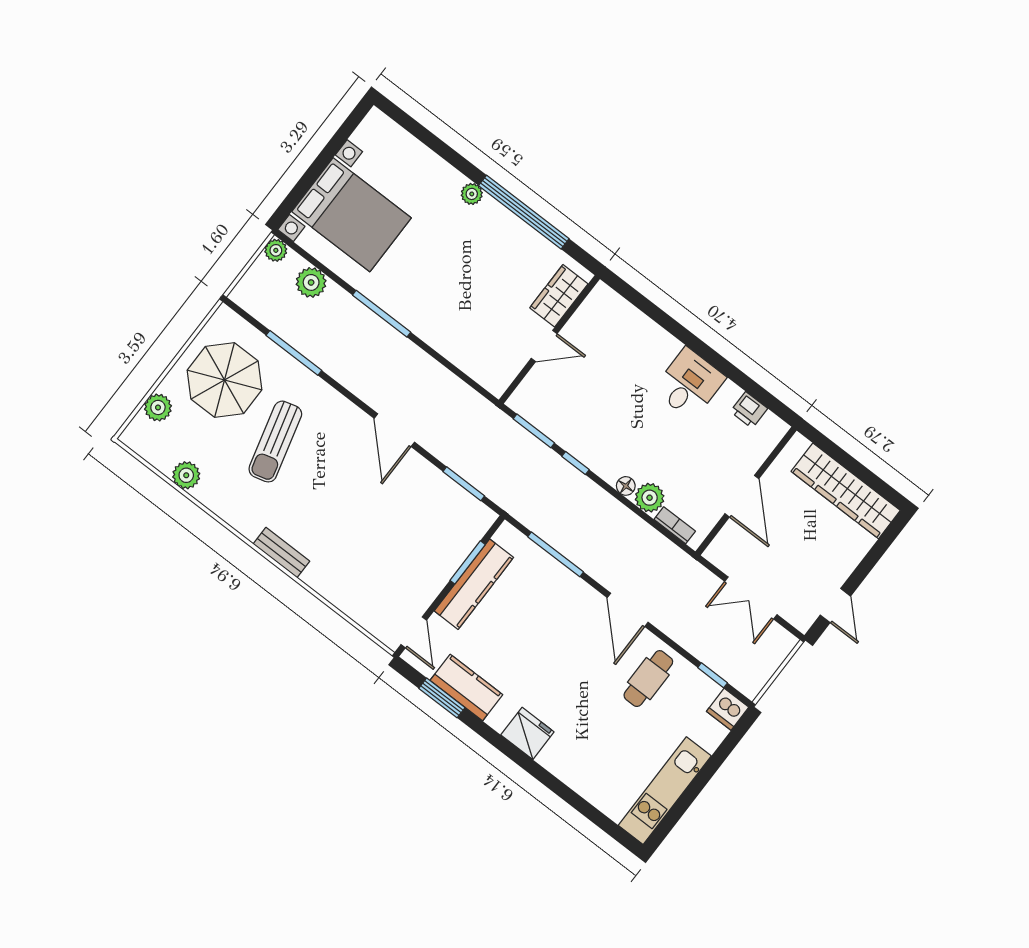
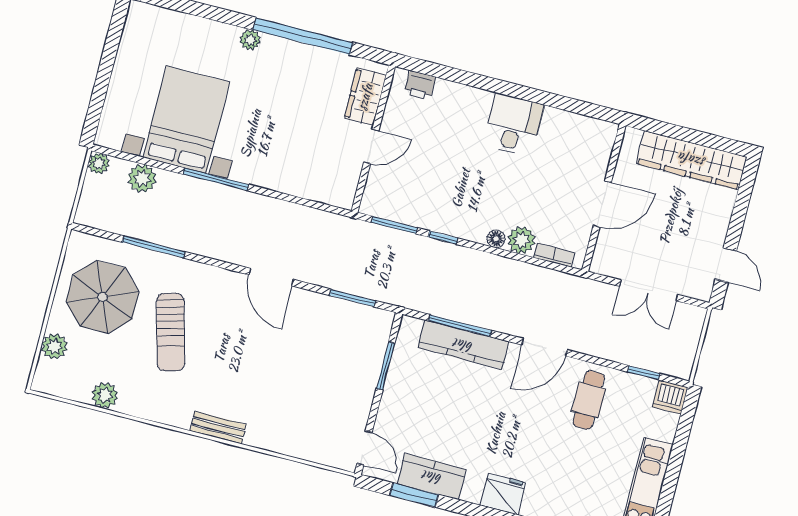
bed with nightstands: (351, 215) -> (186, 120), moved, turned -90
printer: (749, 410) -> (420, 85), moved
door: (742, 496) -> (602, 204), hinge flipped
kitchen counter: (474, 584) -> (463, 345), moved, turned 90
door: (628, 610) -> (545, 347), hinge flipped

